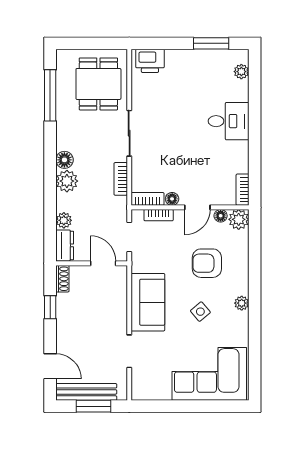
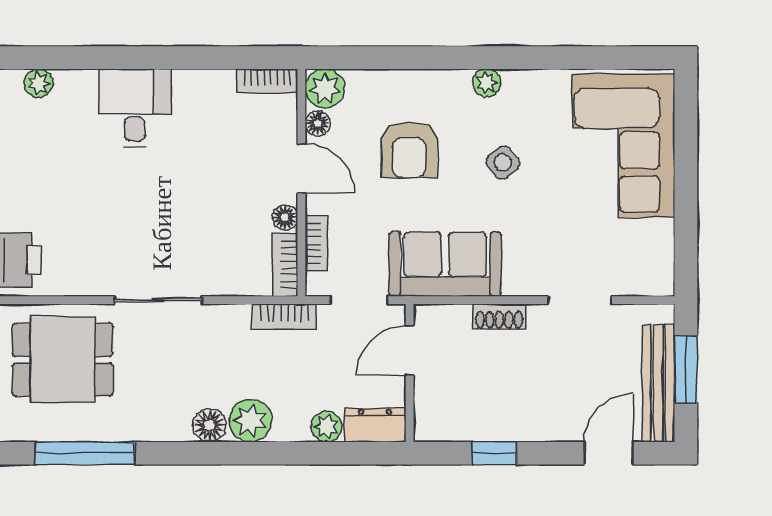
bookcase: (121, 179) -> (284, 317), moved
shoe rack: (62, 279) -> (499, 317), moved, turned 180
sofa: (148, 302) -> (445, 264), moved

